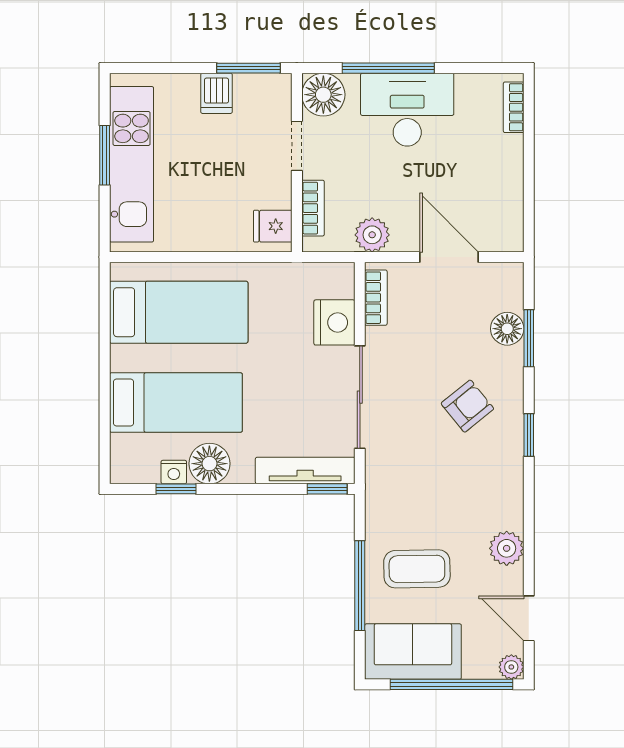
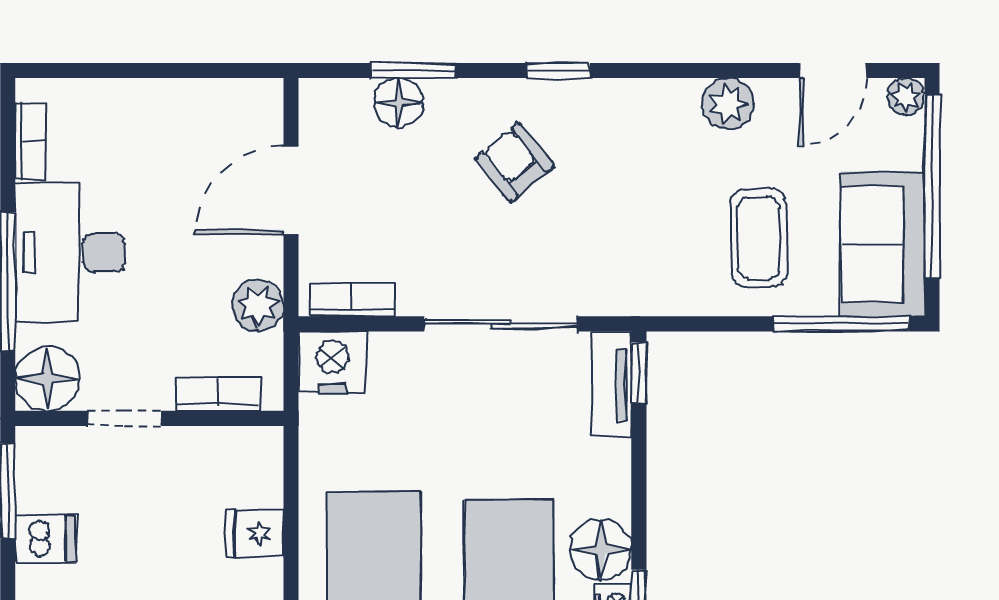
bookcase: (514, 107) -> (30, 141), moved, turned -90
fridge: (273, 226) -> (255, 533), moved, turned 90
nightstand: (334, 322) -> (333, 362), moved
tv unit: (305, 471) -> (611, 384), width x0.71
window: (360, 586) -> (841, 324), moved

